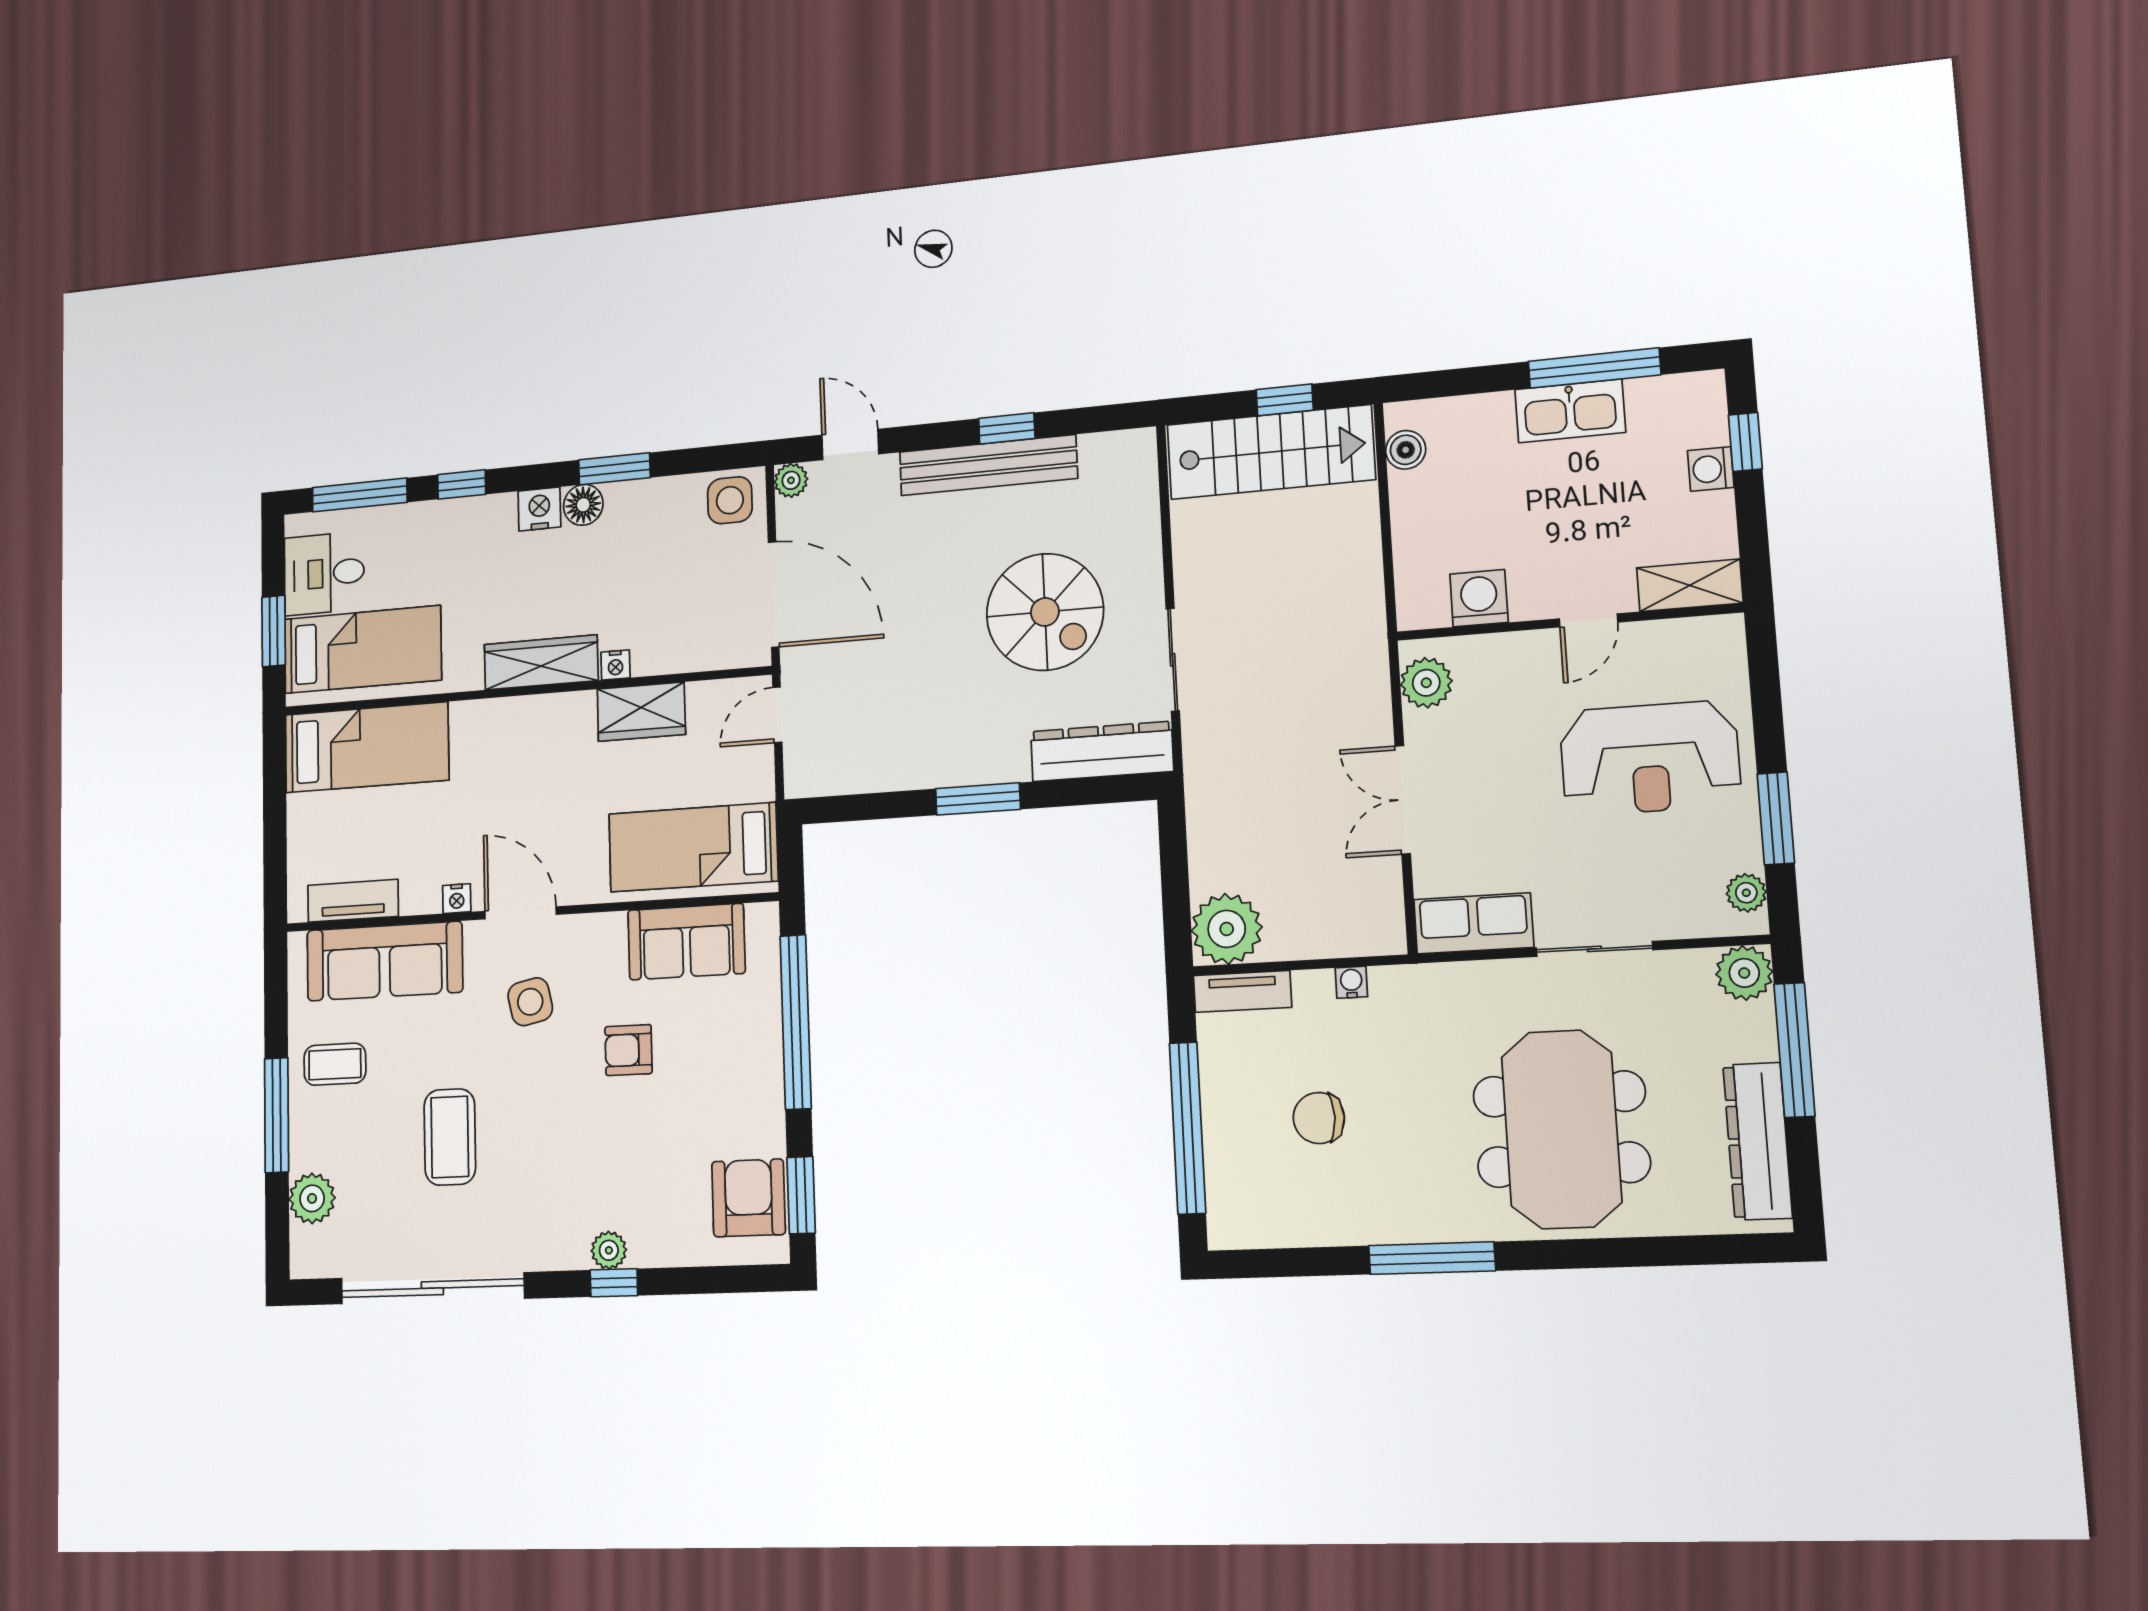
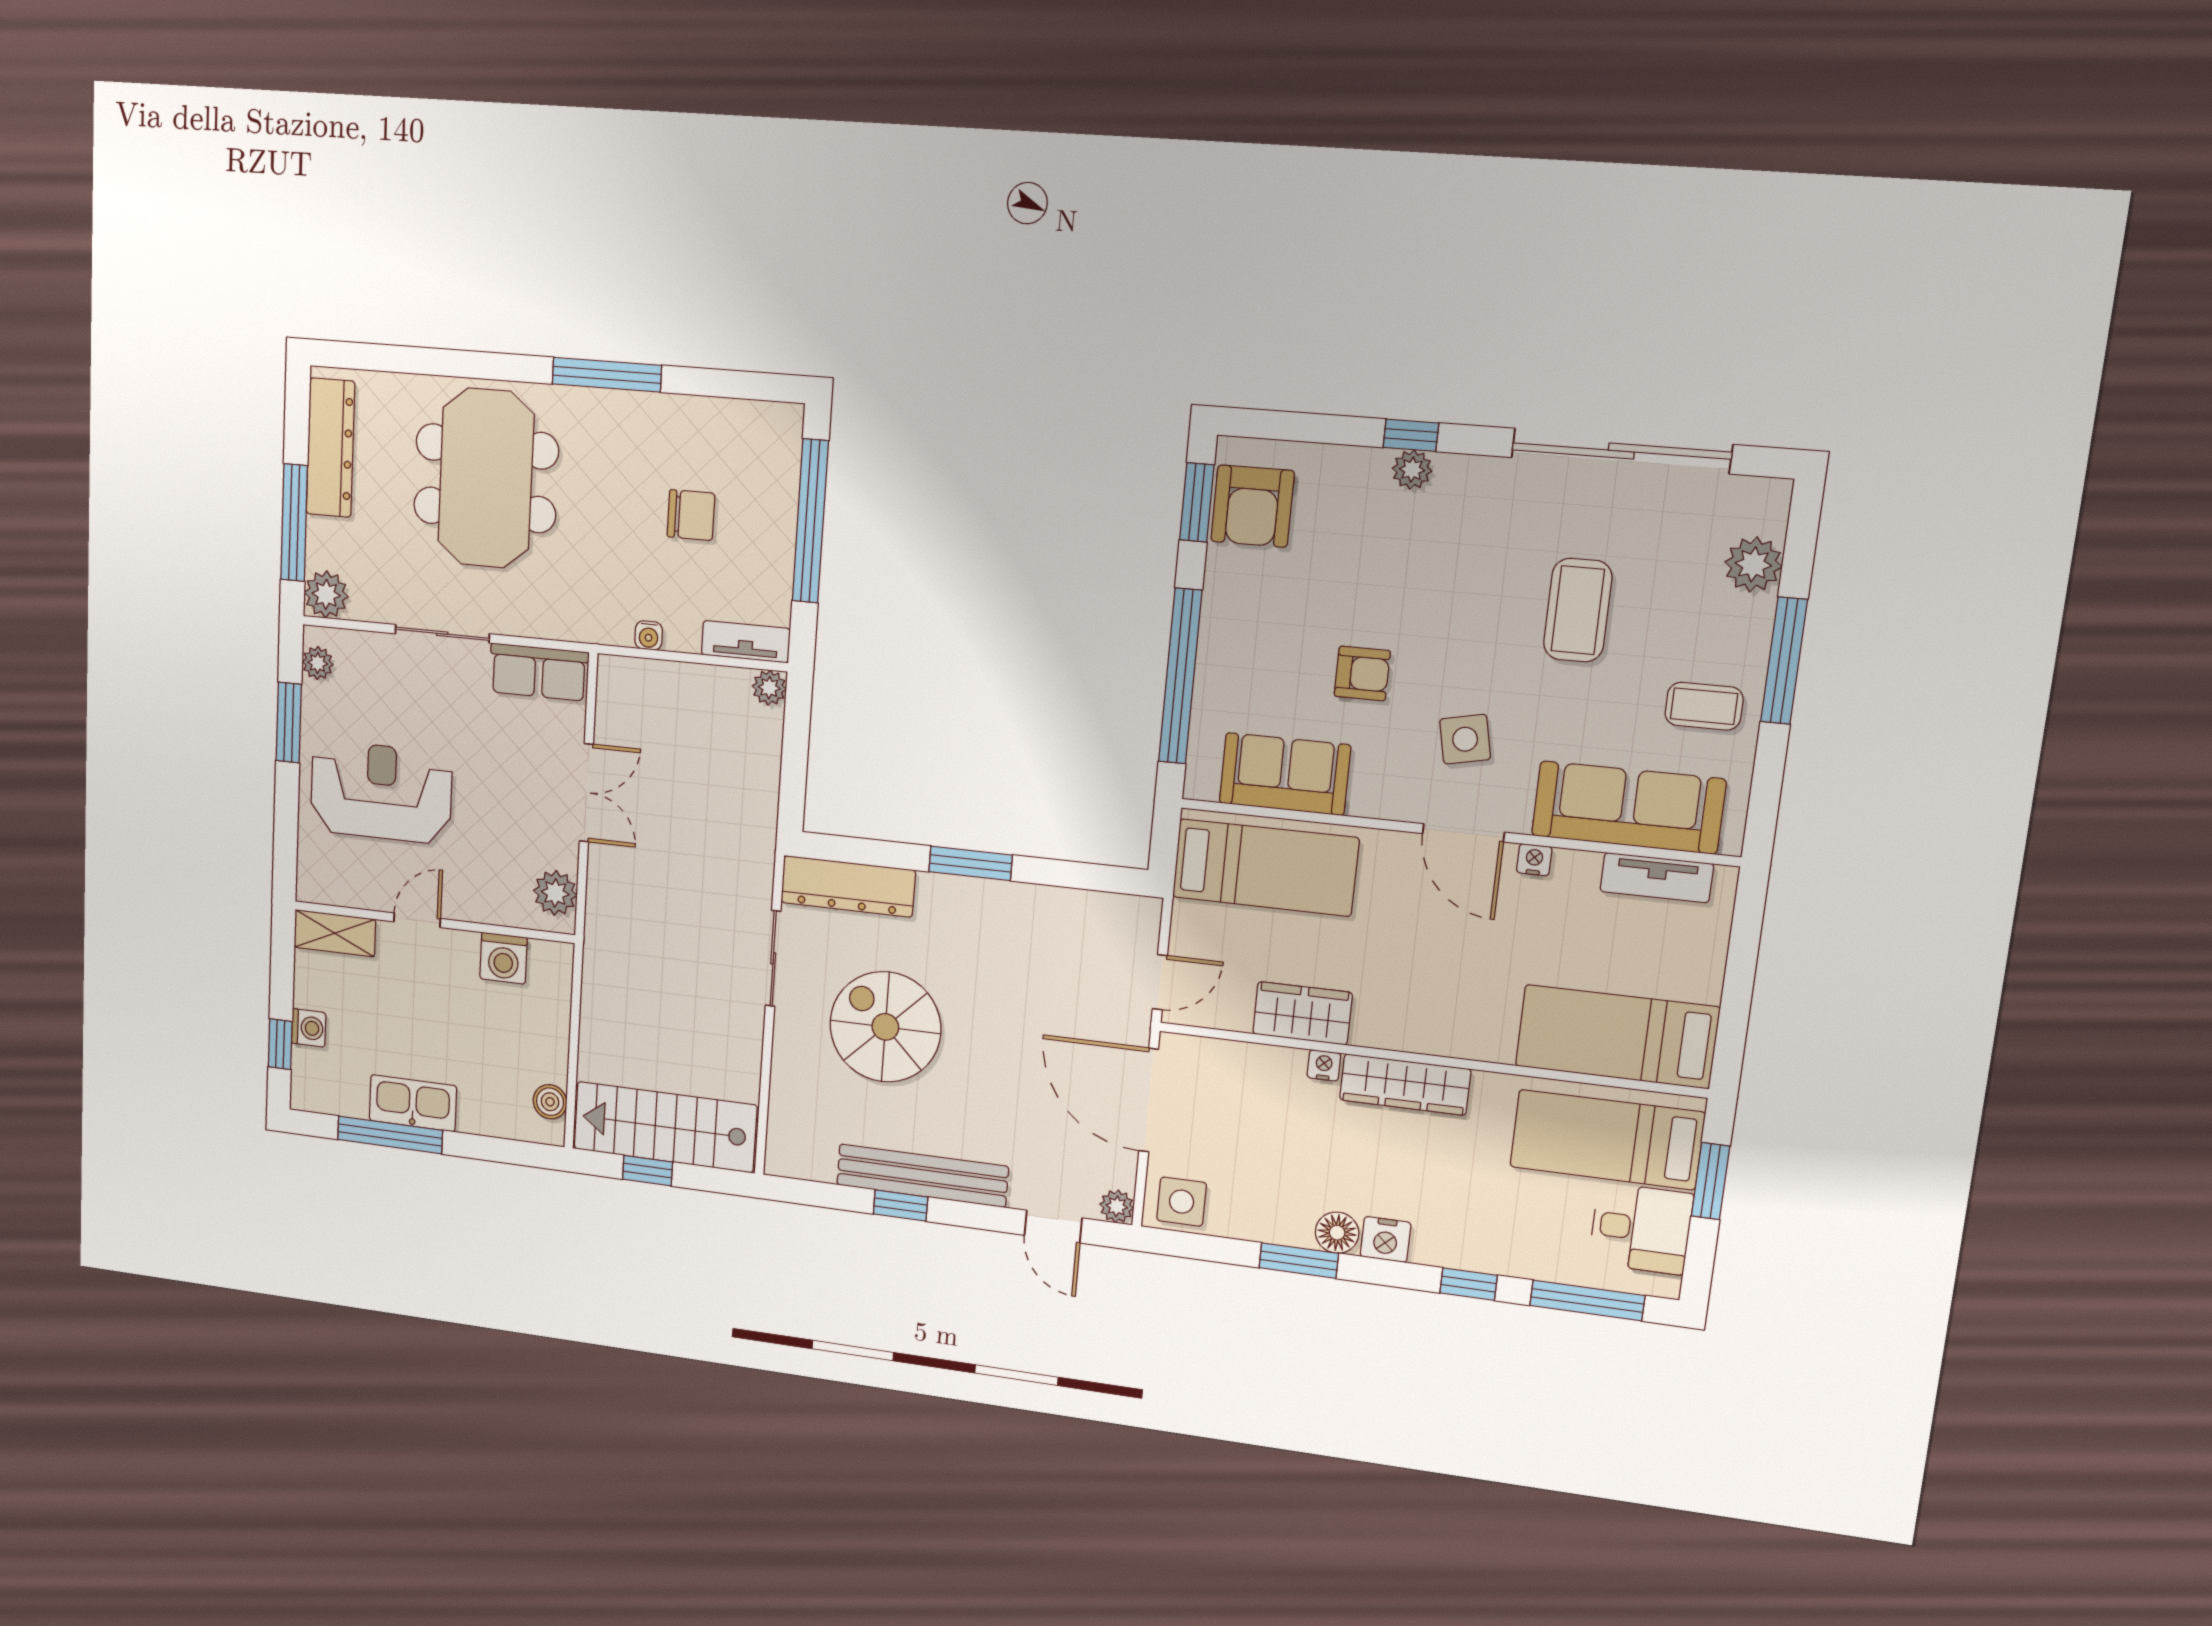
plant: (1227, 929) -> (769, 688), width x0.53, depth x0.53

